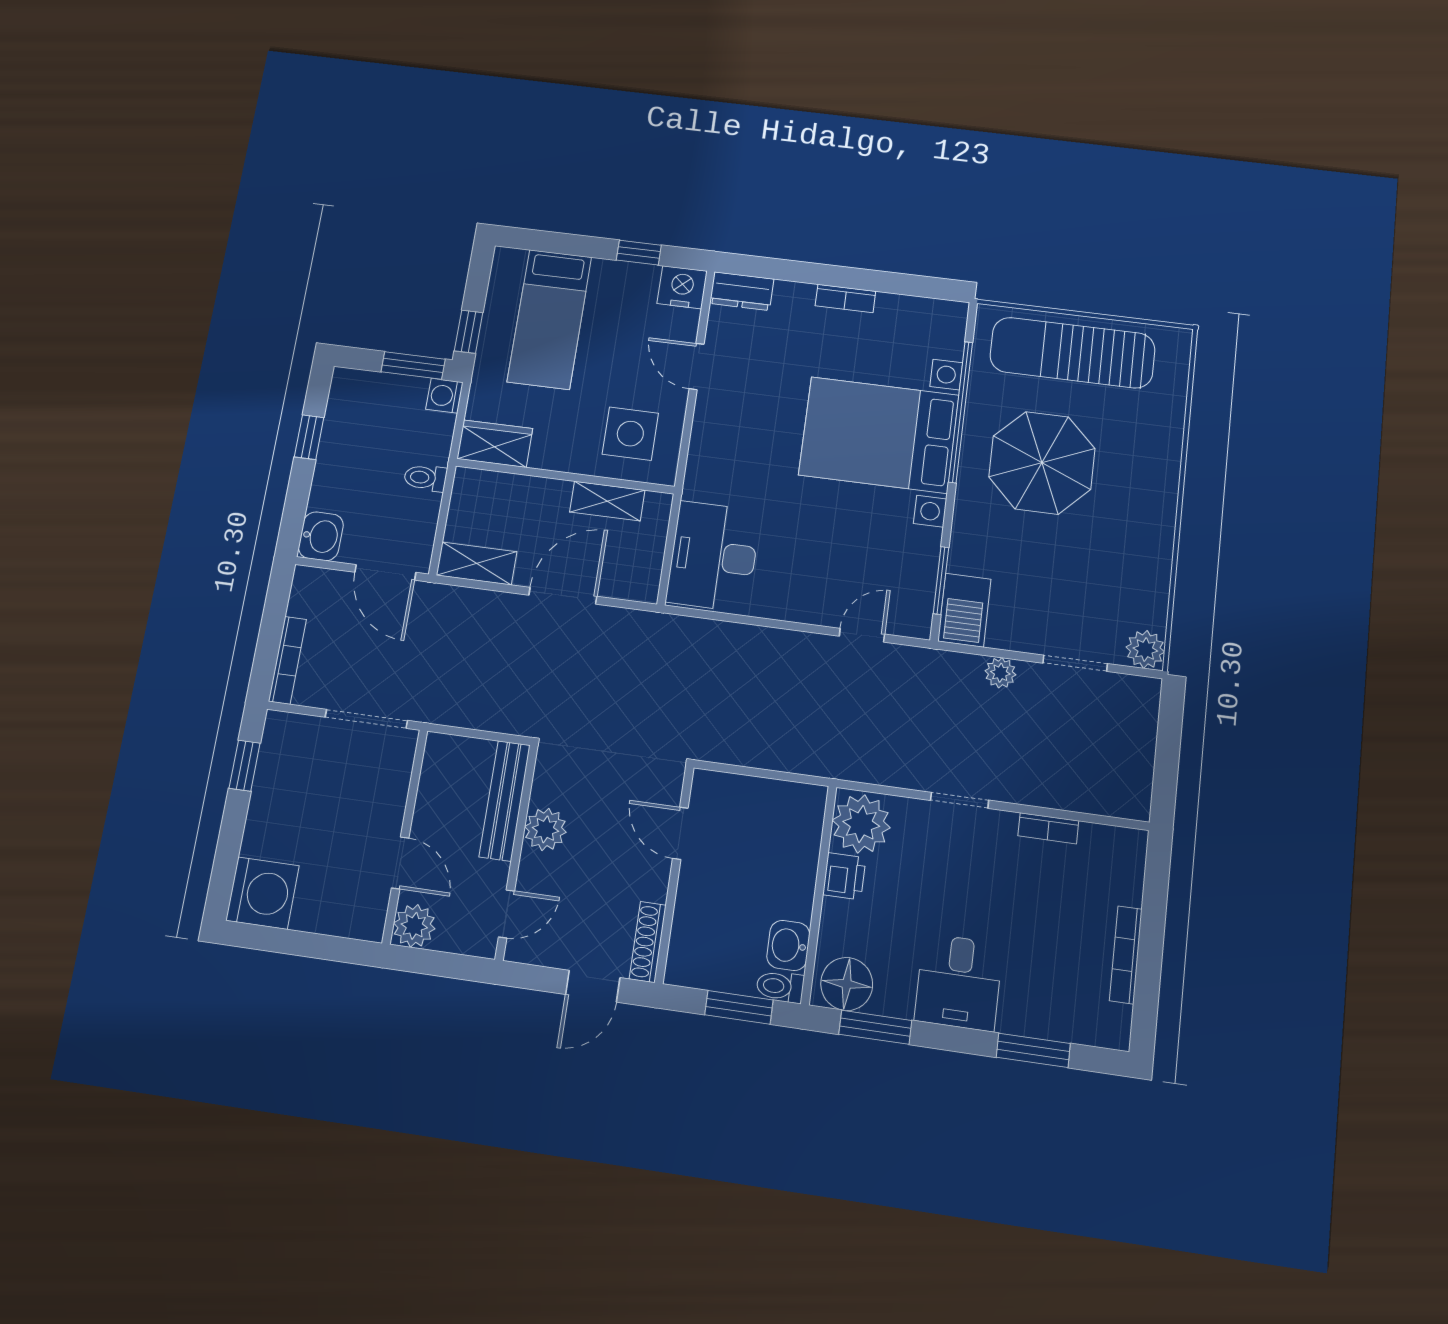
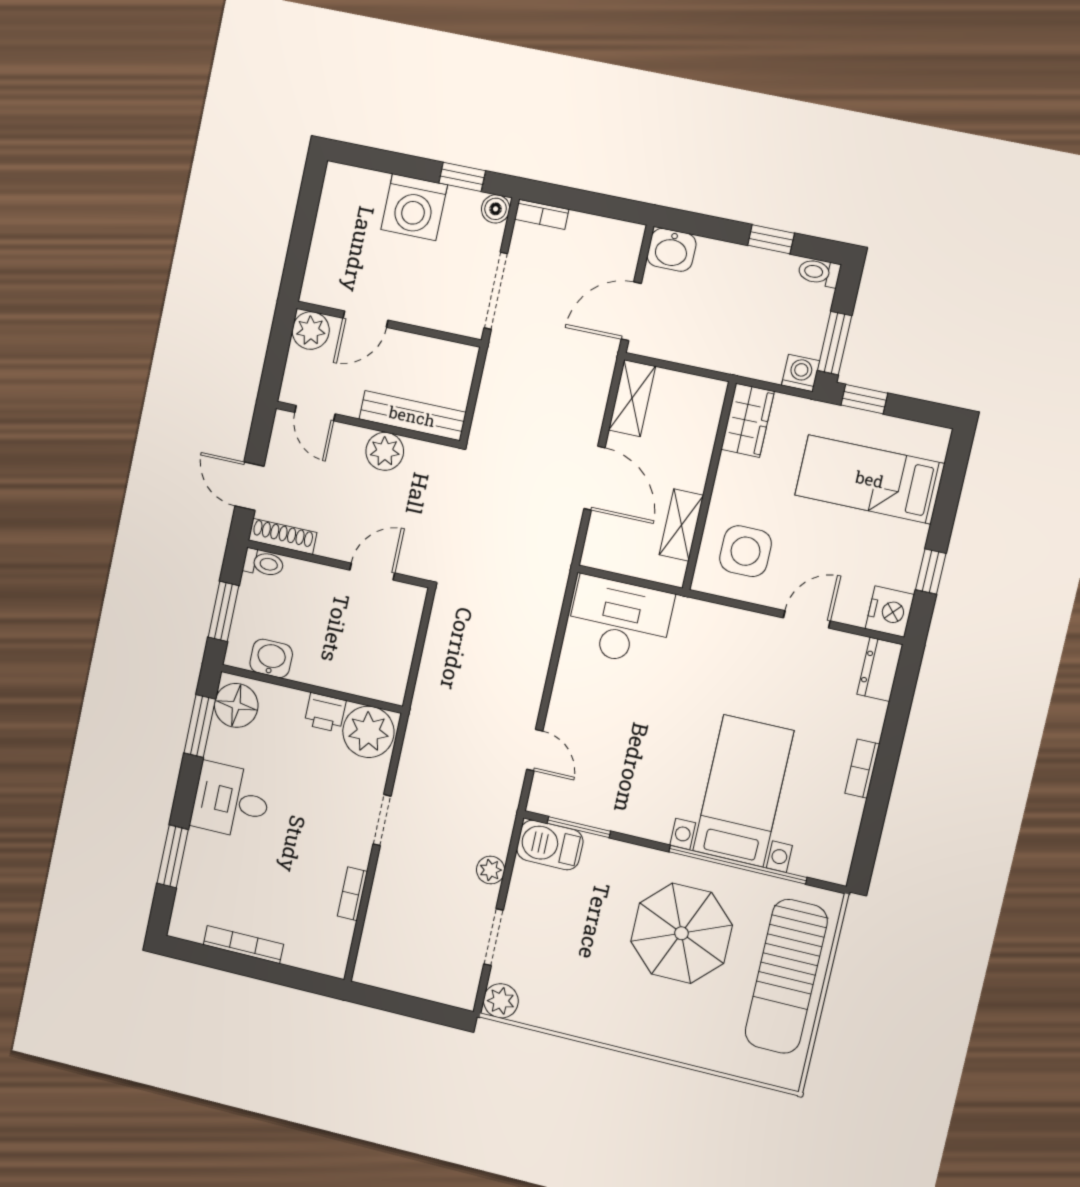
sun lounger: (1072, 353) -> (786, 976), turned 180
bed with nightstands: (879, 435) -> (743, 791), width x0.73
toilet: (425, 478) -> (819, 272), moved, turned -90
bookcase: (287, 660) -> (542, 214), width x0.64
boiler: (279, 726) -> (496, 209), added
washing machine: (263, 893) -> (414, 207), moved
toilet: (780, 987) -> (263, 563), moved, turned 90

